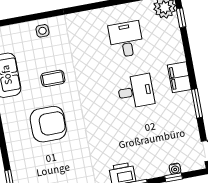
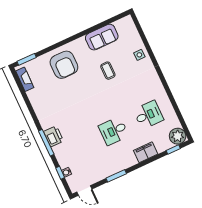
filing cabinet: (179, 77) -> (146, 152), moved
desk: (136, 91) -> (114, 131), turned 90
armchair: (48, 124) -> (64, 65), moved

